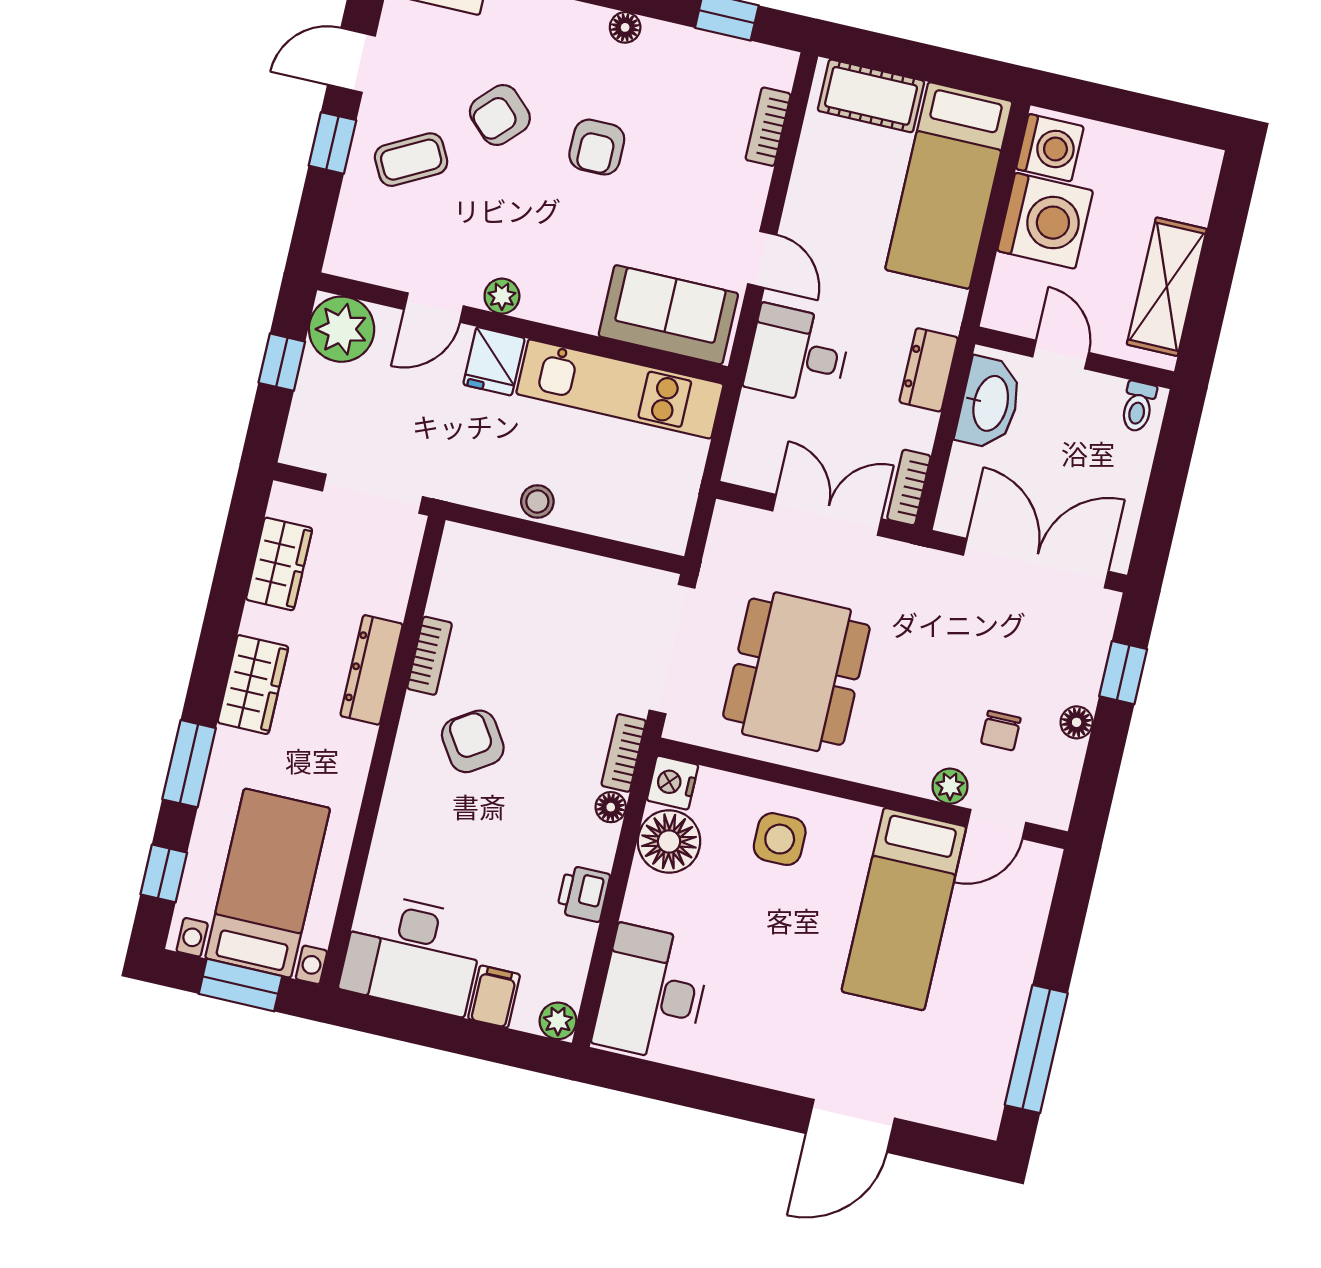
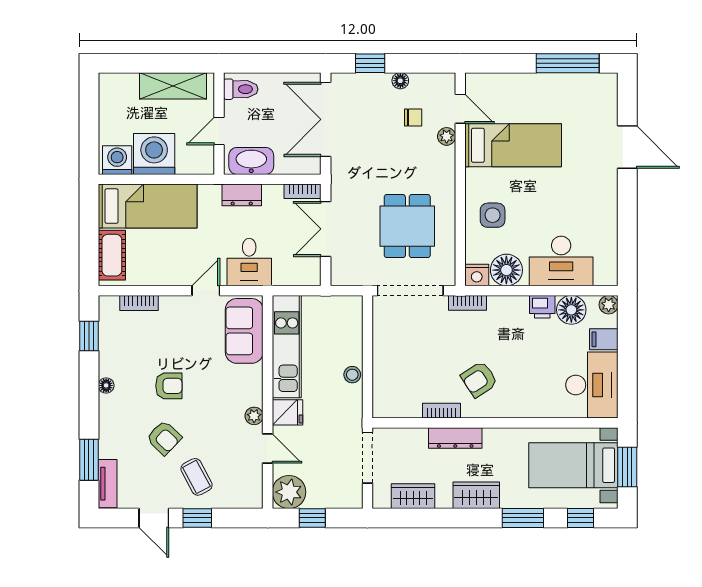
toilet: (1138, 407) -> (241, 89), width x1.37, depth x1.39
dining table: (796, 672) -> (407, 226), width x0.73
floor lamp: (611, 807) -> (571, 310), moved, width x1.89, depth x1.89
desk: (652, 993) -> (561, 261), moved

